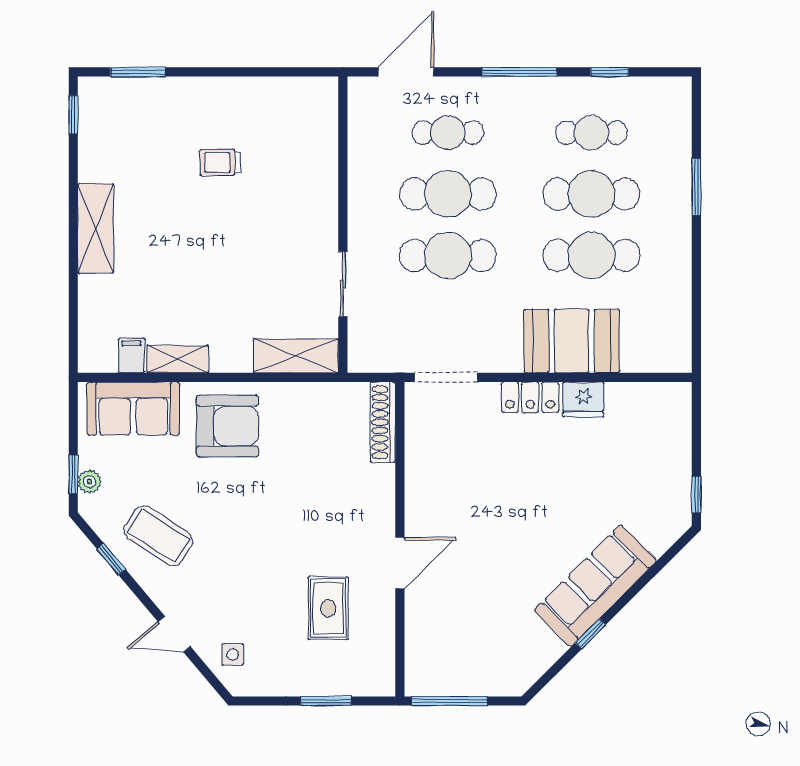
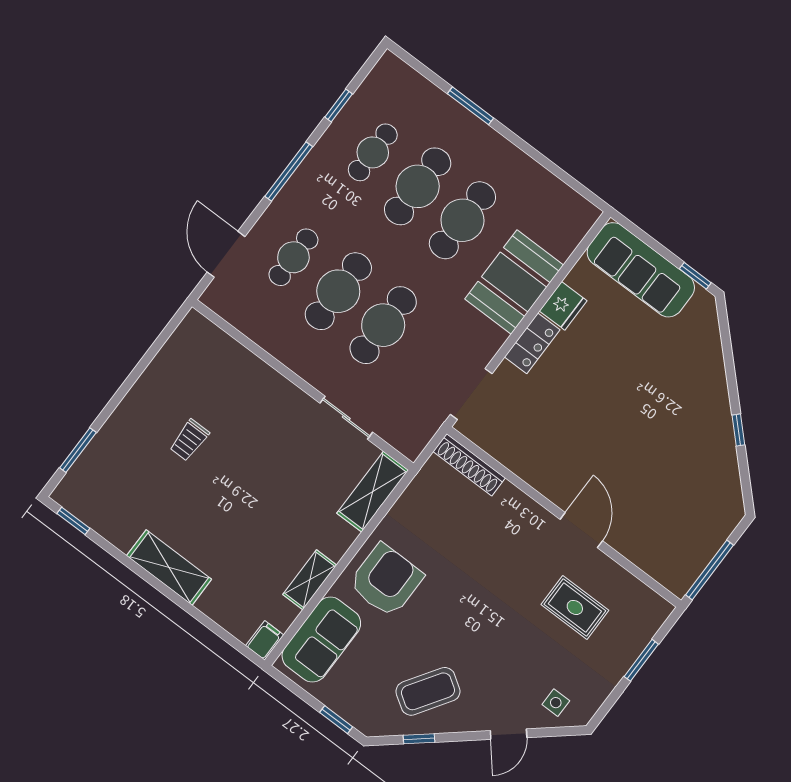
filing cabinet: (131, 355) -> (265, 640), moved, turned 90
plant: (90, 482) -> (351, 712), removed
sofa: (595, 586) -> (641, 270), moved, turned -45

